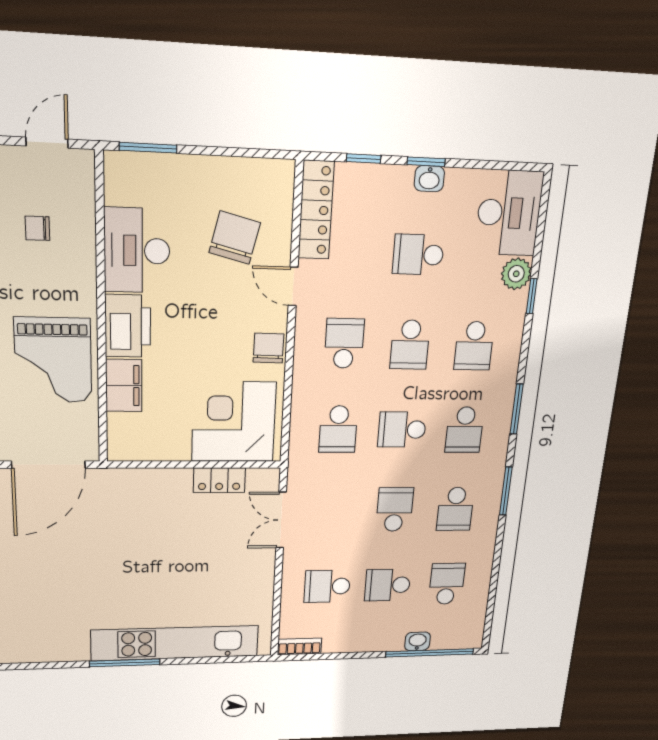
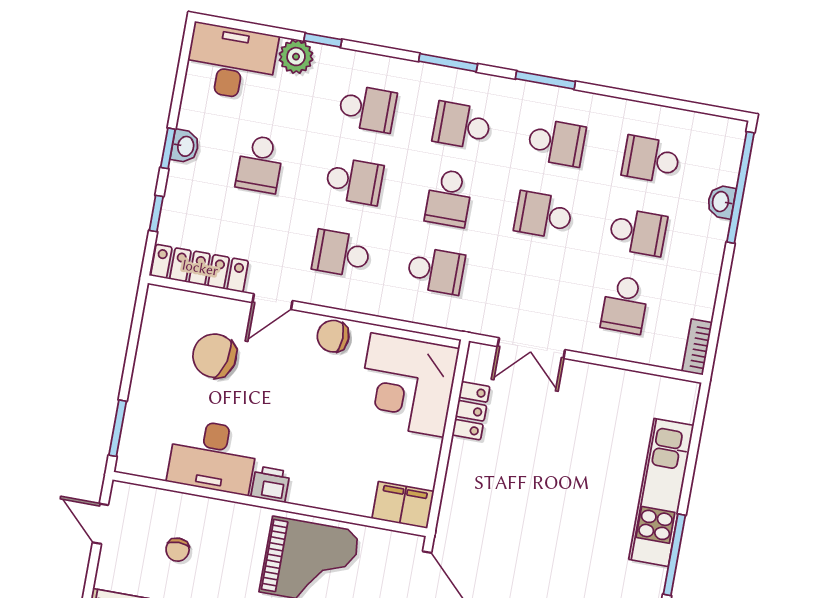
printer: (128, 326) -> (270, 484), width x0.53, depth x0.68
filing cabinet: (124, 386) -> (403, 505), moved
school desk: (464, 430) -> (462, 126), turned 180
school desk: (388, 585) -> (638, 232), turned -90
kitchen unit: (175, 643) -> (661, 492), width x0.73

